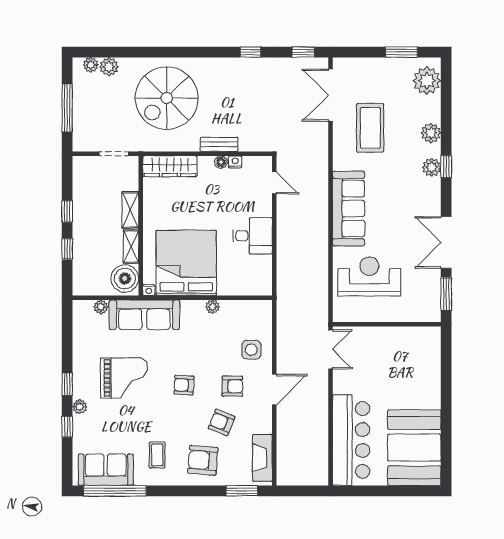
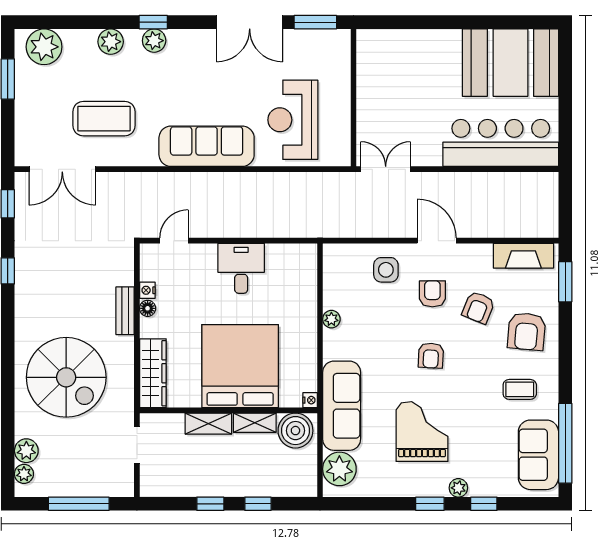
bed: (186, 263) -> (240, 366), moved, turned 90
plant: (101, 307) -> (339, 469), width x1.87, depth x1.87

